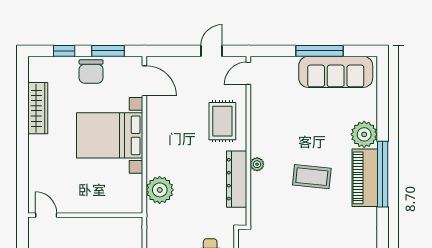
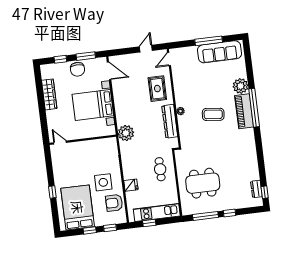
door: (46, 215) -> (60, 143), moved
wall: (85, 215) -> (83, 140), moved

